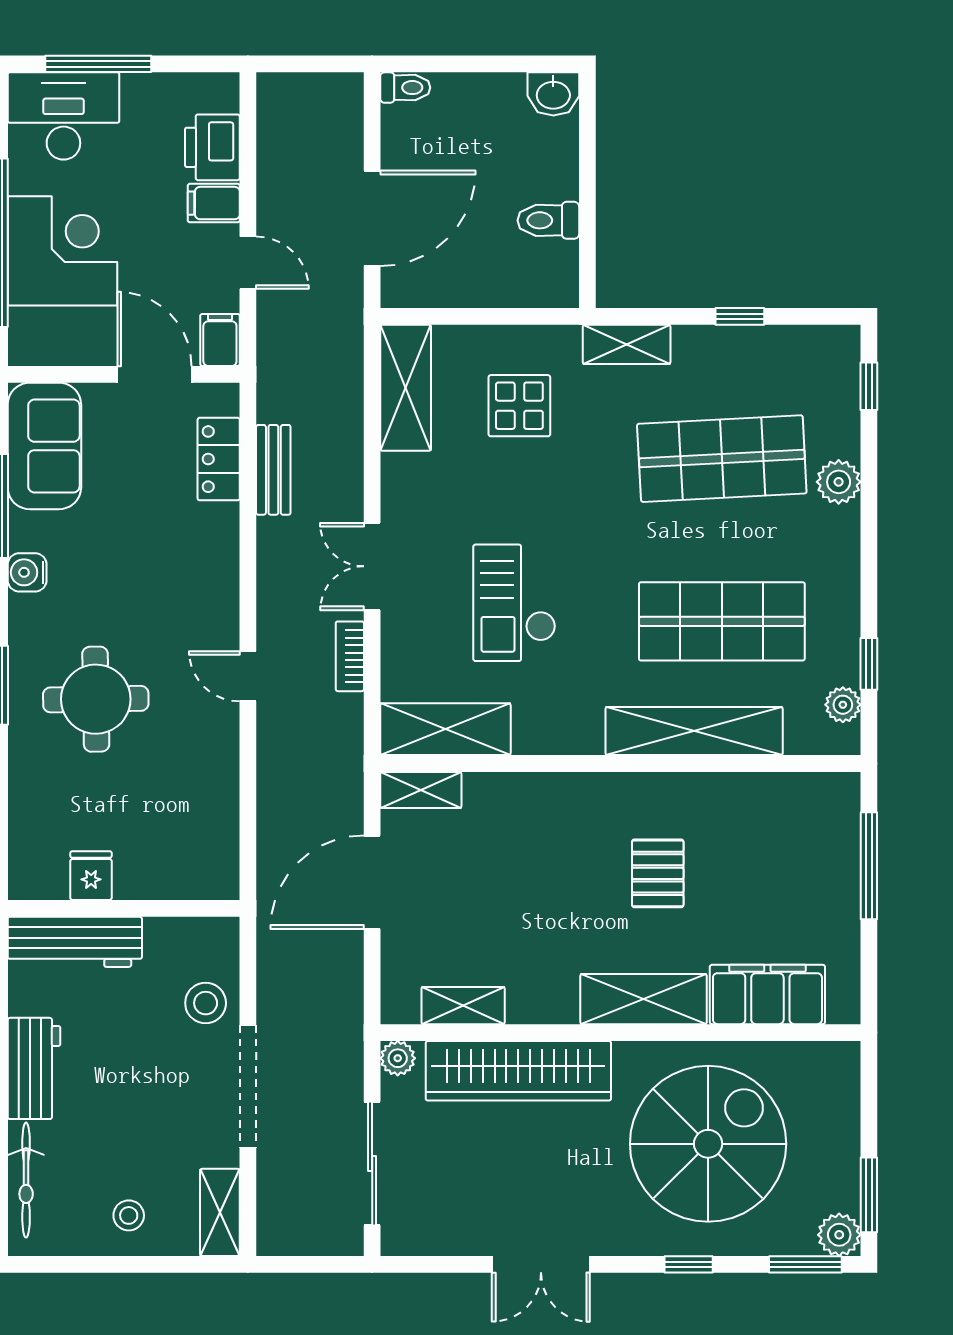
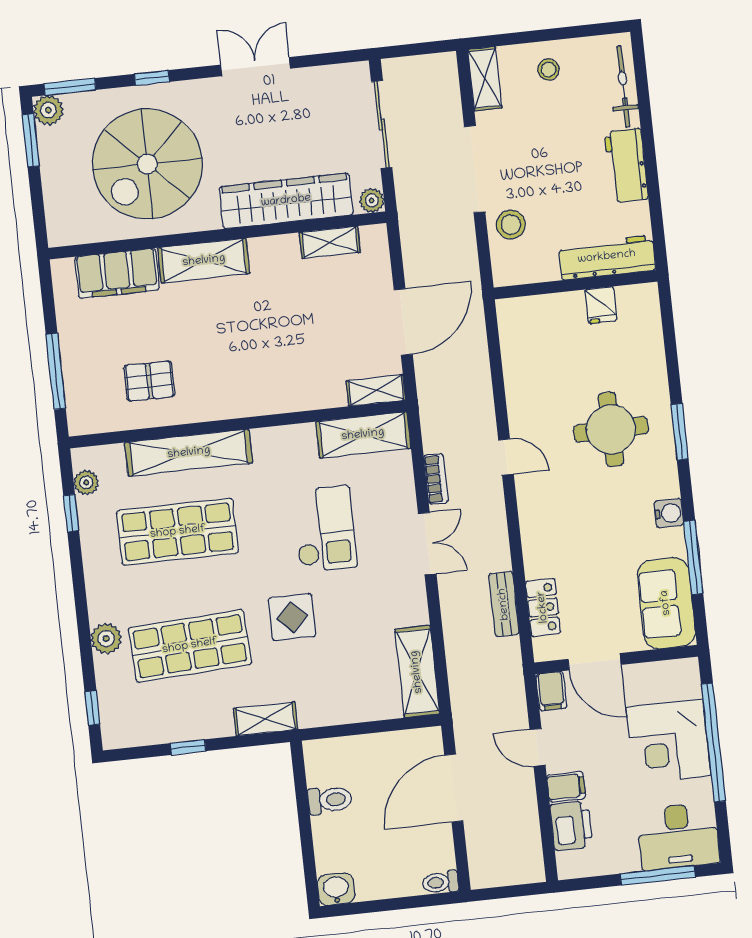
display table: (519, 406) -> (292, 617), moved
pallet: (658, 873) -> (149, 381), moved, turned 90

